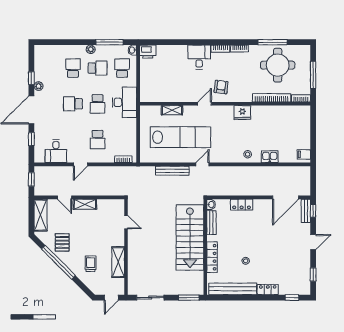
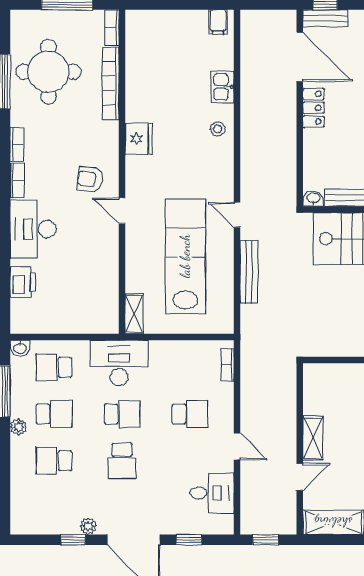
printer: (148, 52) -> (23, 282), moved
desk: (199, 57) -> (33, 229), width x1.37
school desk: (98, 68) -> (54, 414), turned 90
shelving: (172, 110) -> (134, 314), moved
locker: (242, 205) -> (313, 108), moved
door: (126, 222) -> (347, 360), removed

